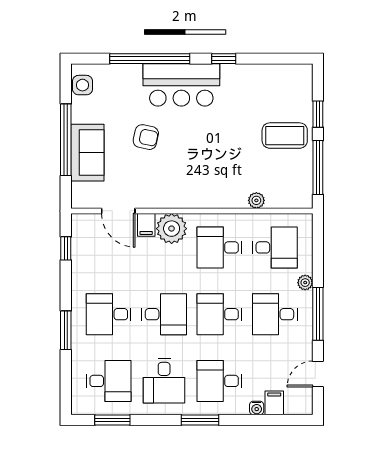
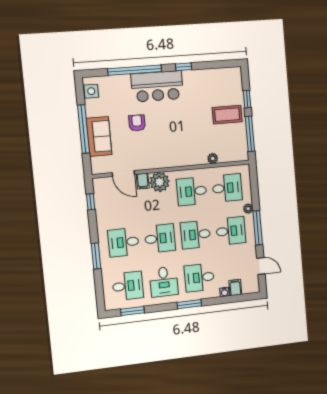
armchair: (146, 137) -> (137, 123), turned -102
desk: (275, 314) -> (231, 231), turned 180
door: (318, 374) -> (261, 266), swing flipped

